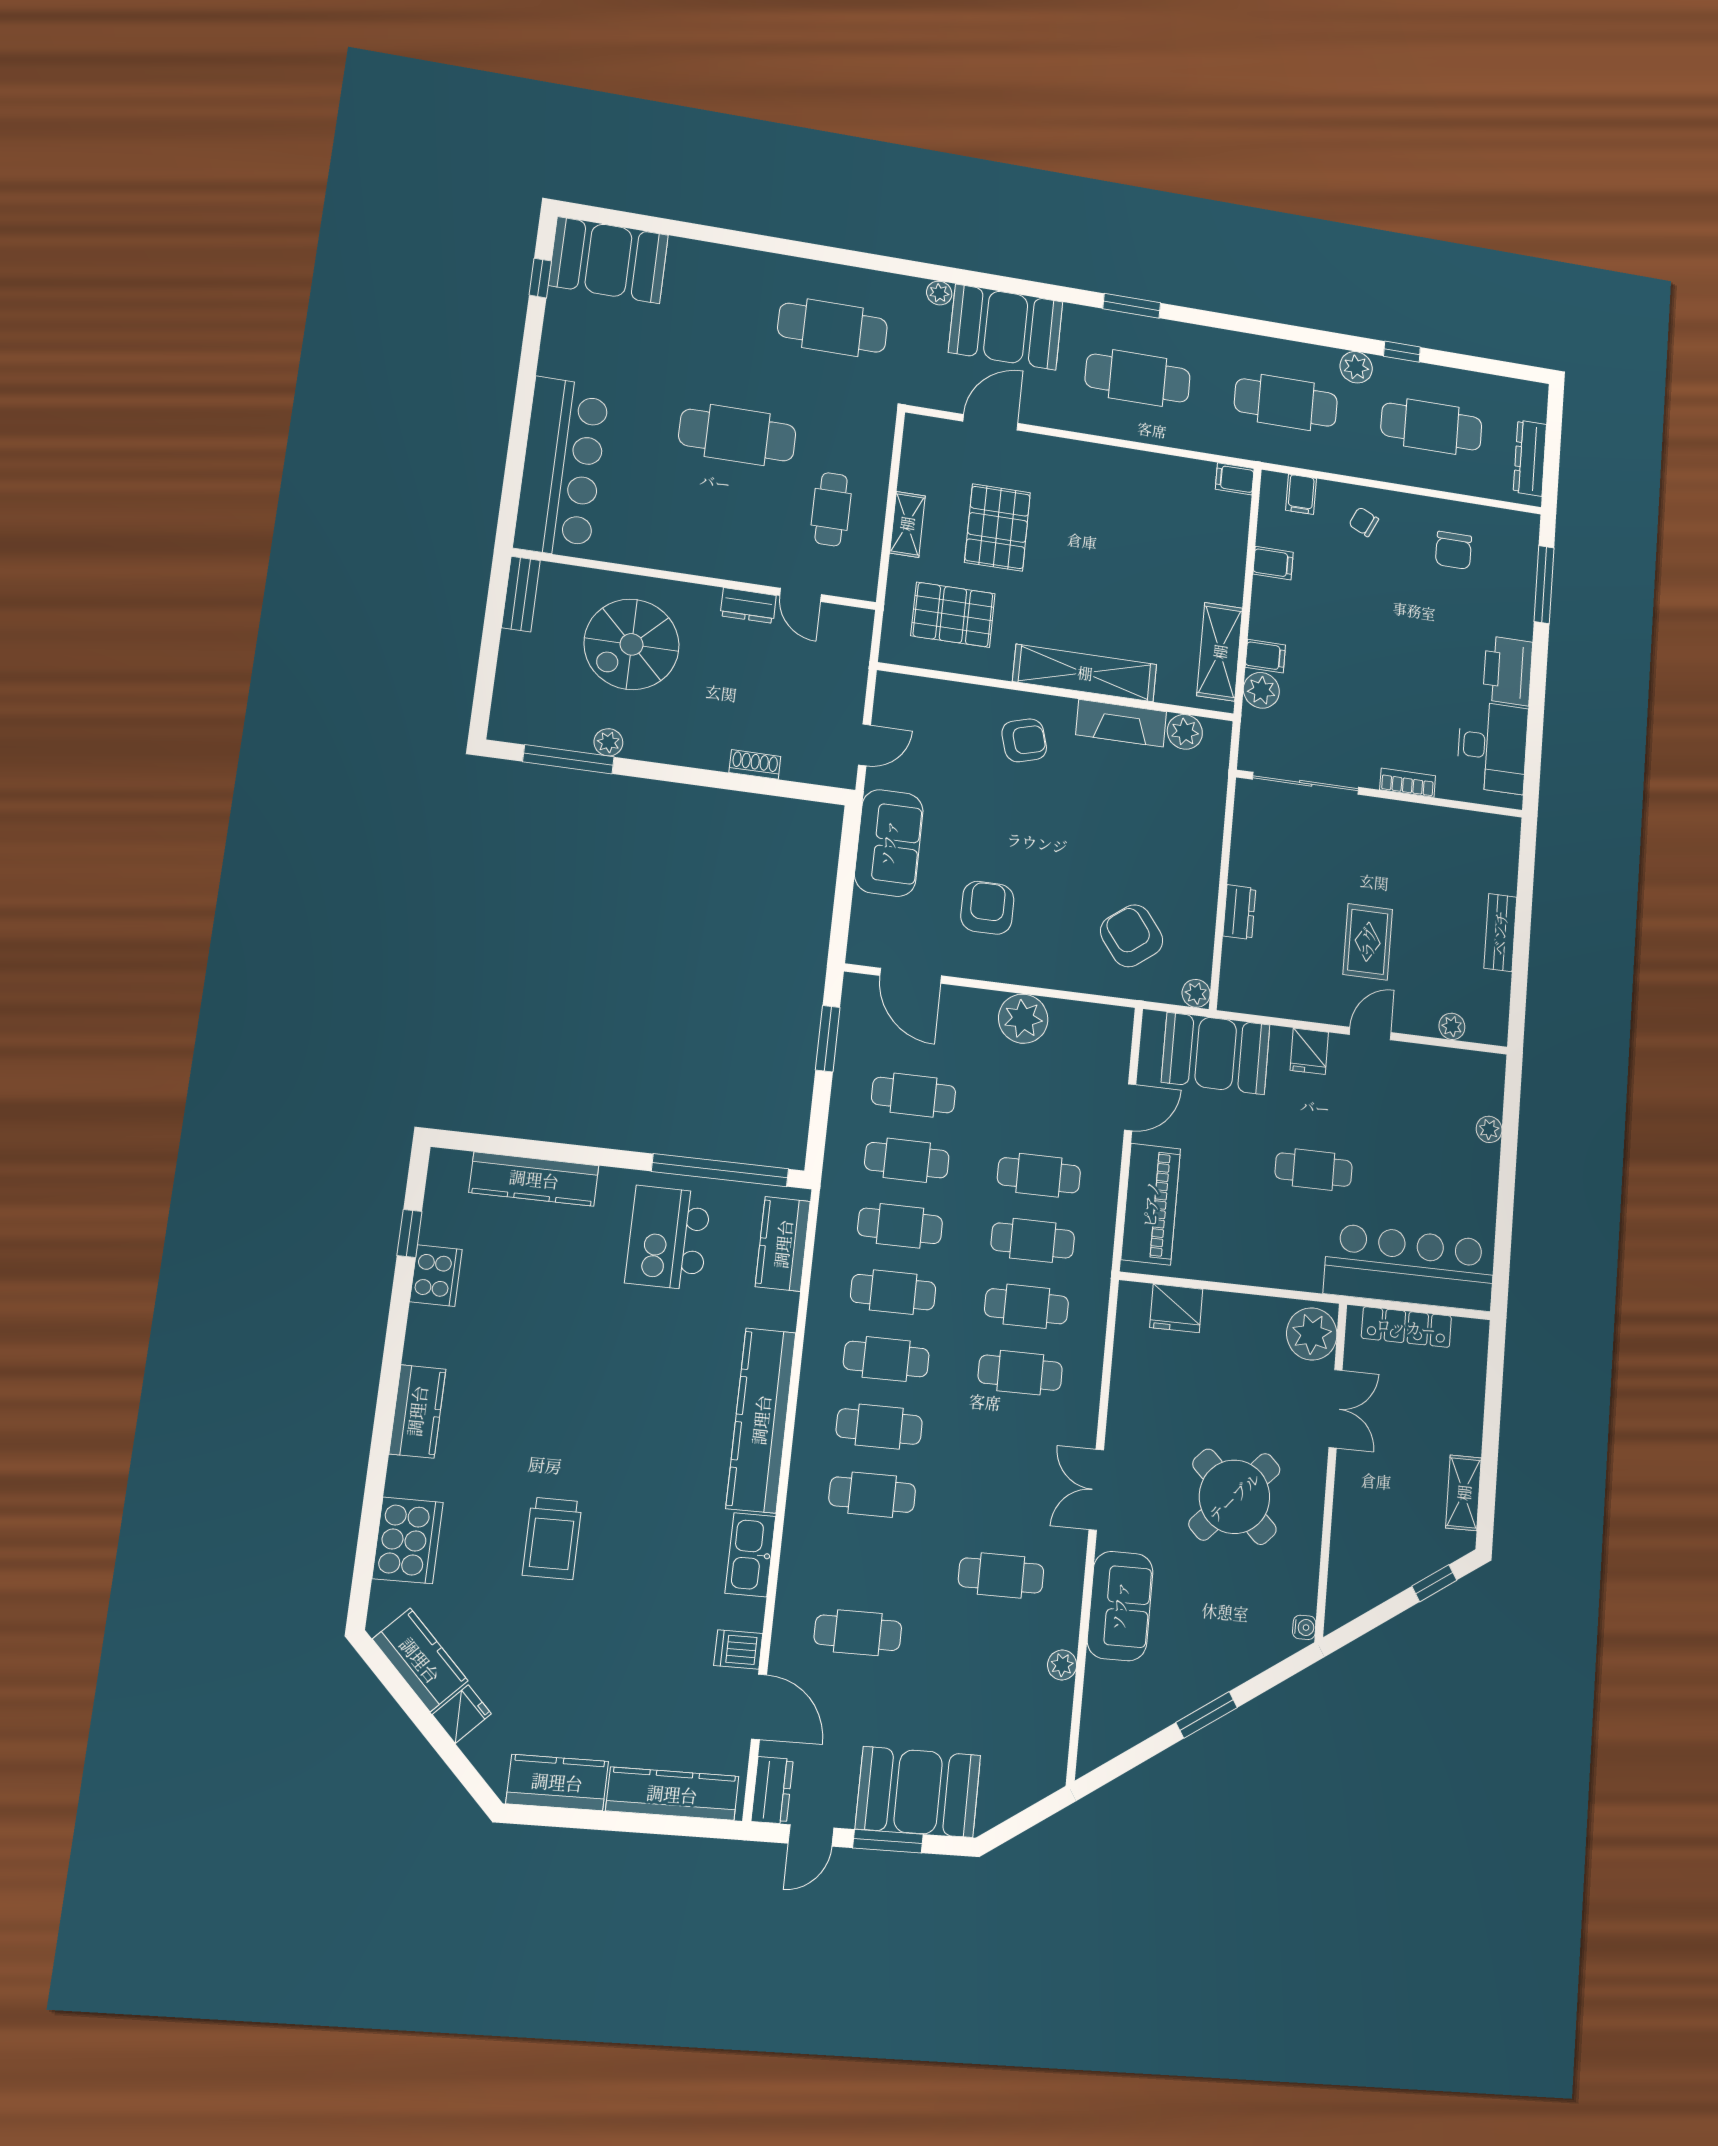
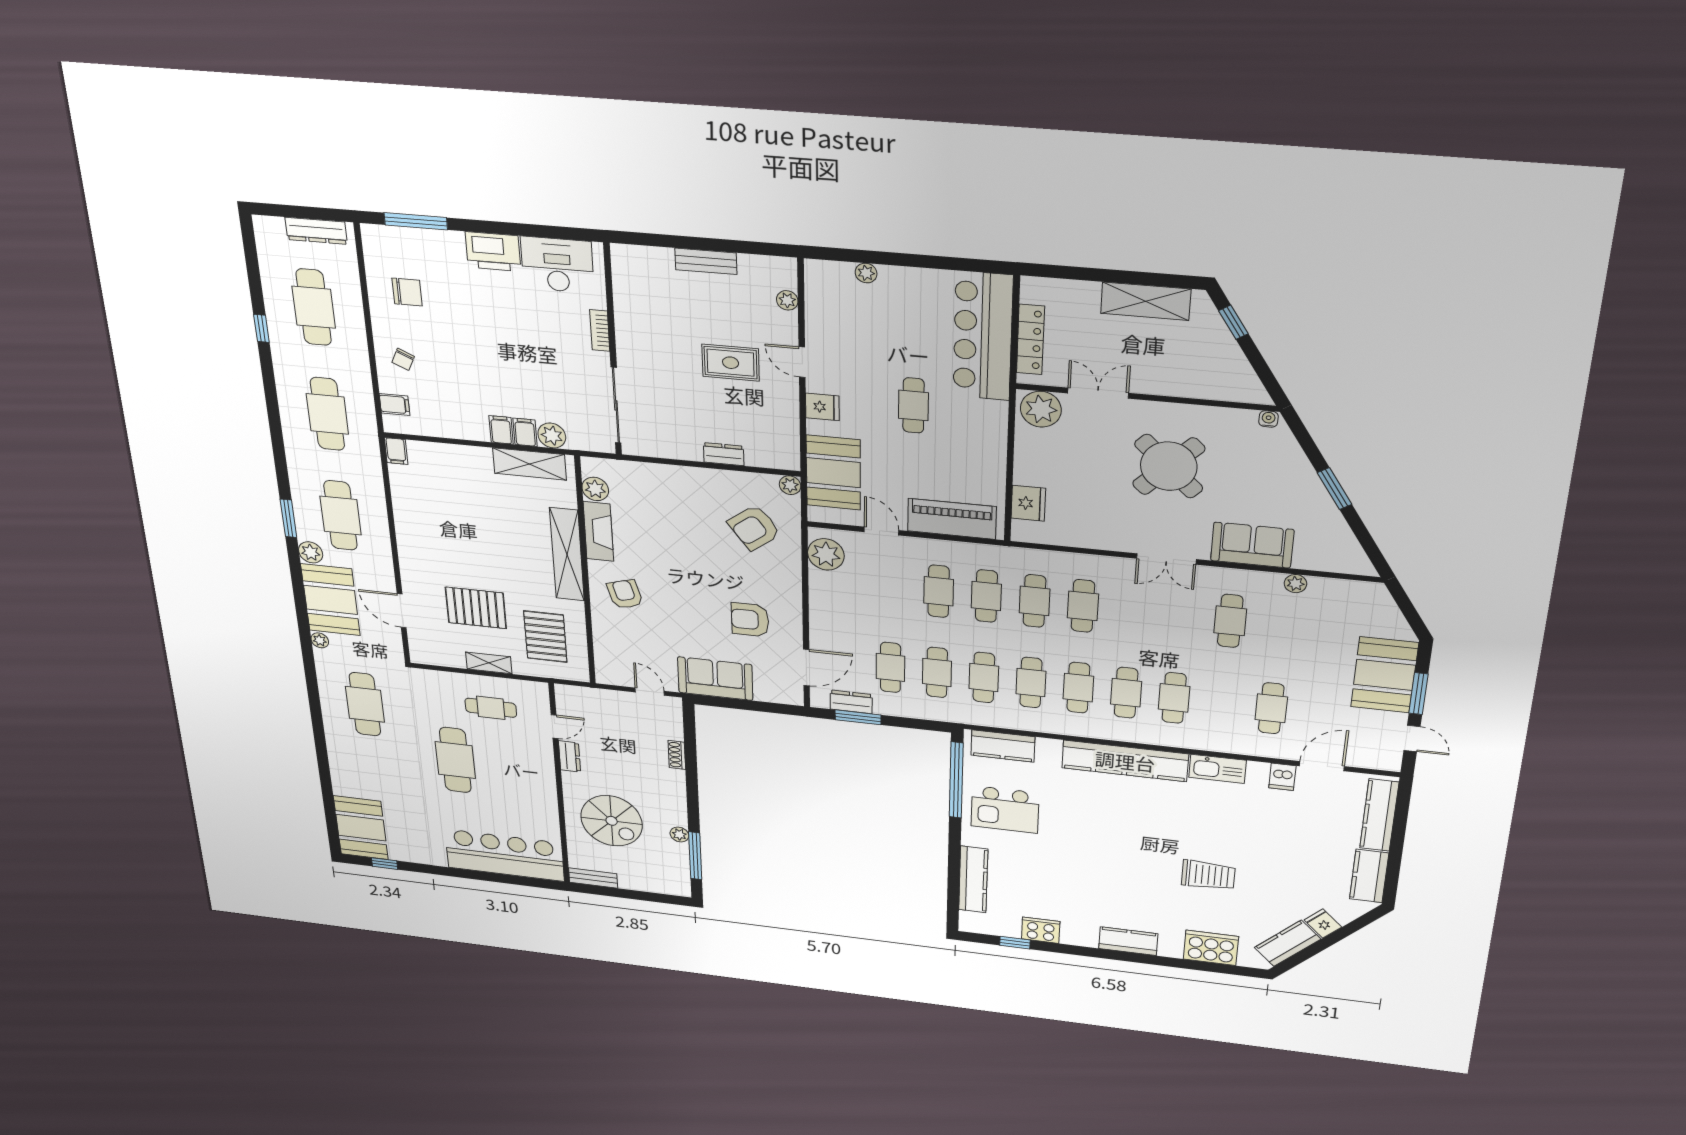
plant: (1356, 367) -> (311, 552), moved
filing cabinet: (1273, 563) -> (501, 430), moved
plant: (1023, 1019) -> (826, 554), moved
shelving: (1464, 1493) -> (1146, 301), width x1.50, depth x1.33
dresser: (772, 1790) -> (851, 702), moved

